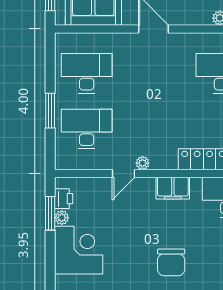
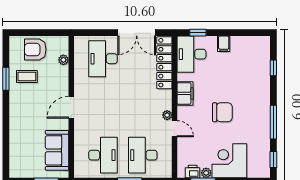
desk: (87, 73) -> (103, 155), turned 180
chair: (171, 262) -> (222, 112), moved

